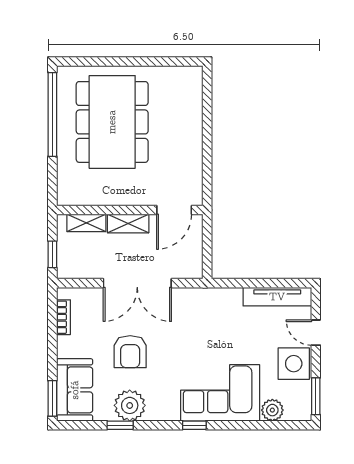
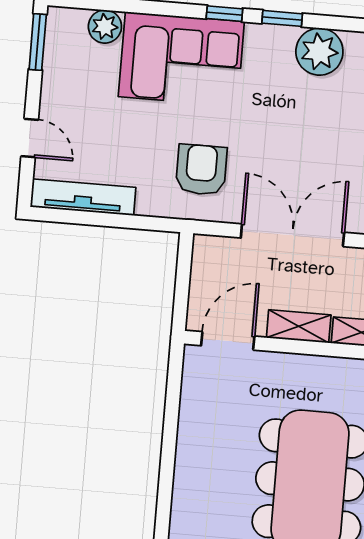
armchair: (130, 352) -> (201, 170), moved
side table: (294, 364) -> (67, 94), removed
window: (120, 425) -> (282, 18), moved

